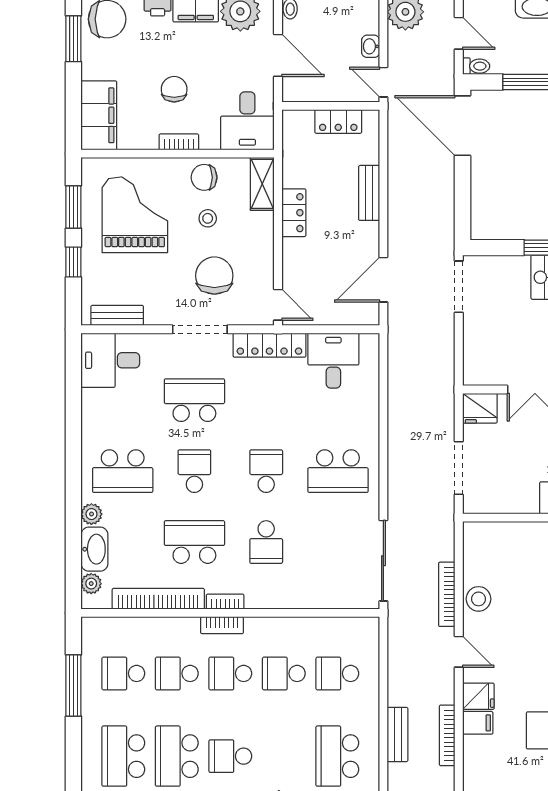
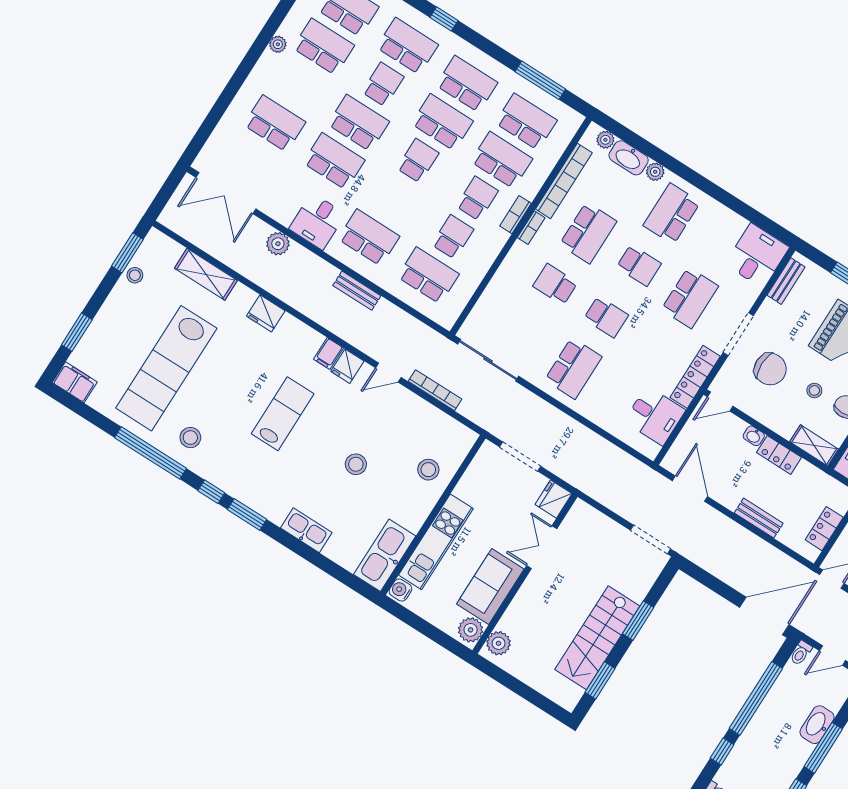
washbasin: (291, 250) -> (754, 436), added
school desk: (338, 471) -> (573, 368), turned 180
stool: (478, 599) -> (428, 470), moved
school desk: (123, 673) -> (526, 122), width x1.85
school desk: (177, 673) -> (502, 160), width x1.85
school desk: (337, 673) -> (428, 275), width x1.85
bookcase: (447, 735) -> (333, 326), removed

